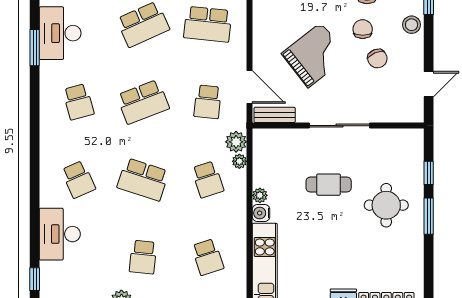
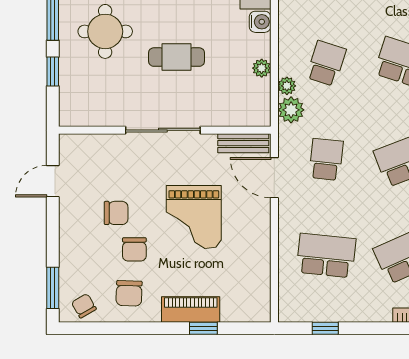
stool: (412, 25) -> (74, 255), removed
grand piano: (315, 55) -> (194, 217), turned -52
chair: (377, 59) -> (116, 213), turned 113
school desk: (208, 179) -> (326, 63), turned 36
plant: (260, 195) -> (262, 68), moved

